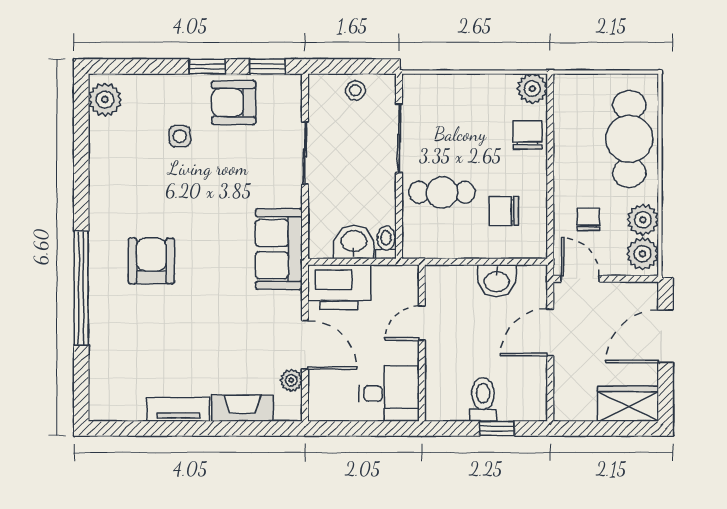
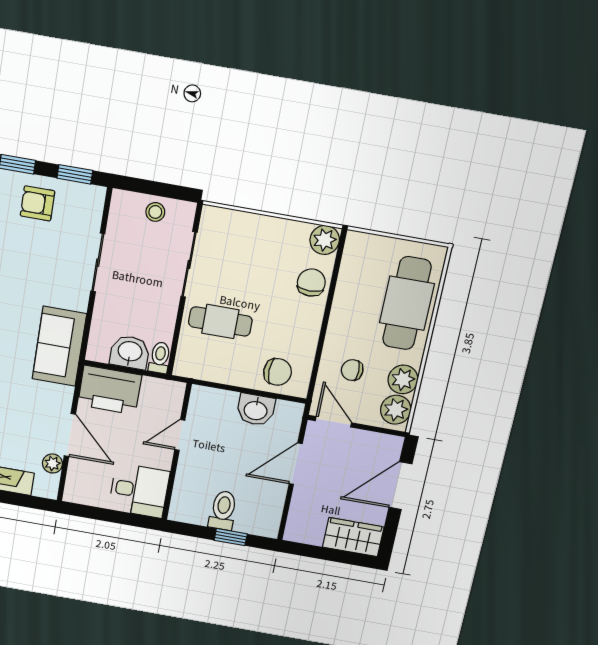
armchair: (234, 103) -> (38, 203), width x0.72, depth x0.72
chair: (504, 211) -> (277, 372), moved, turned 180
chair: (588, 219) -> (352, 370), turned -90

